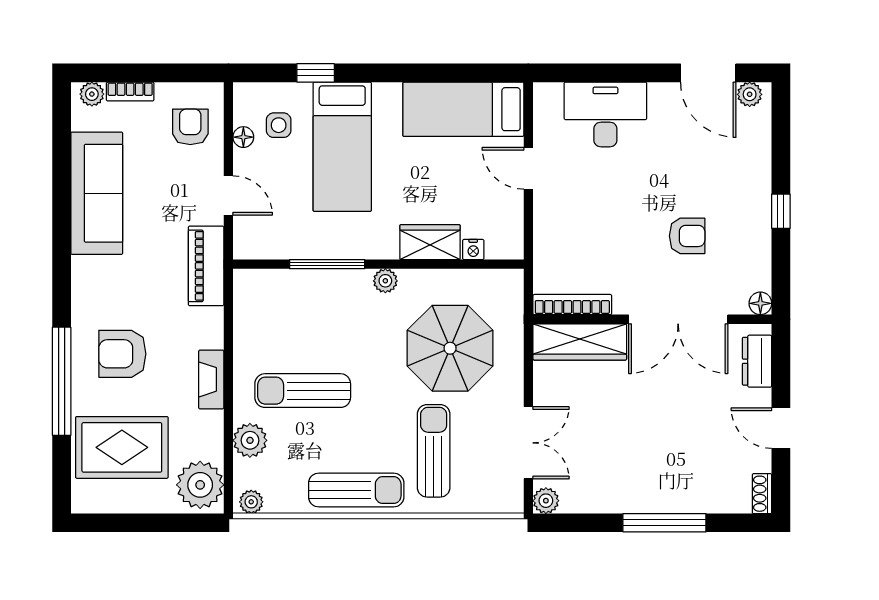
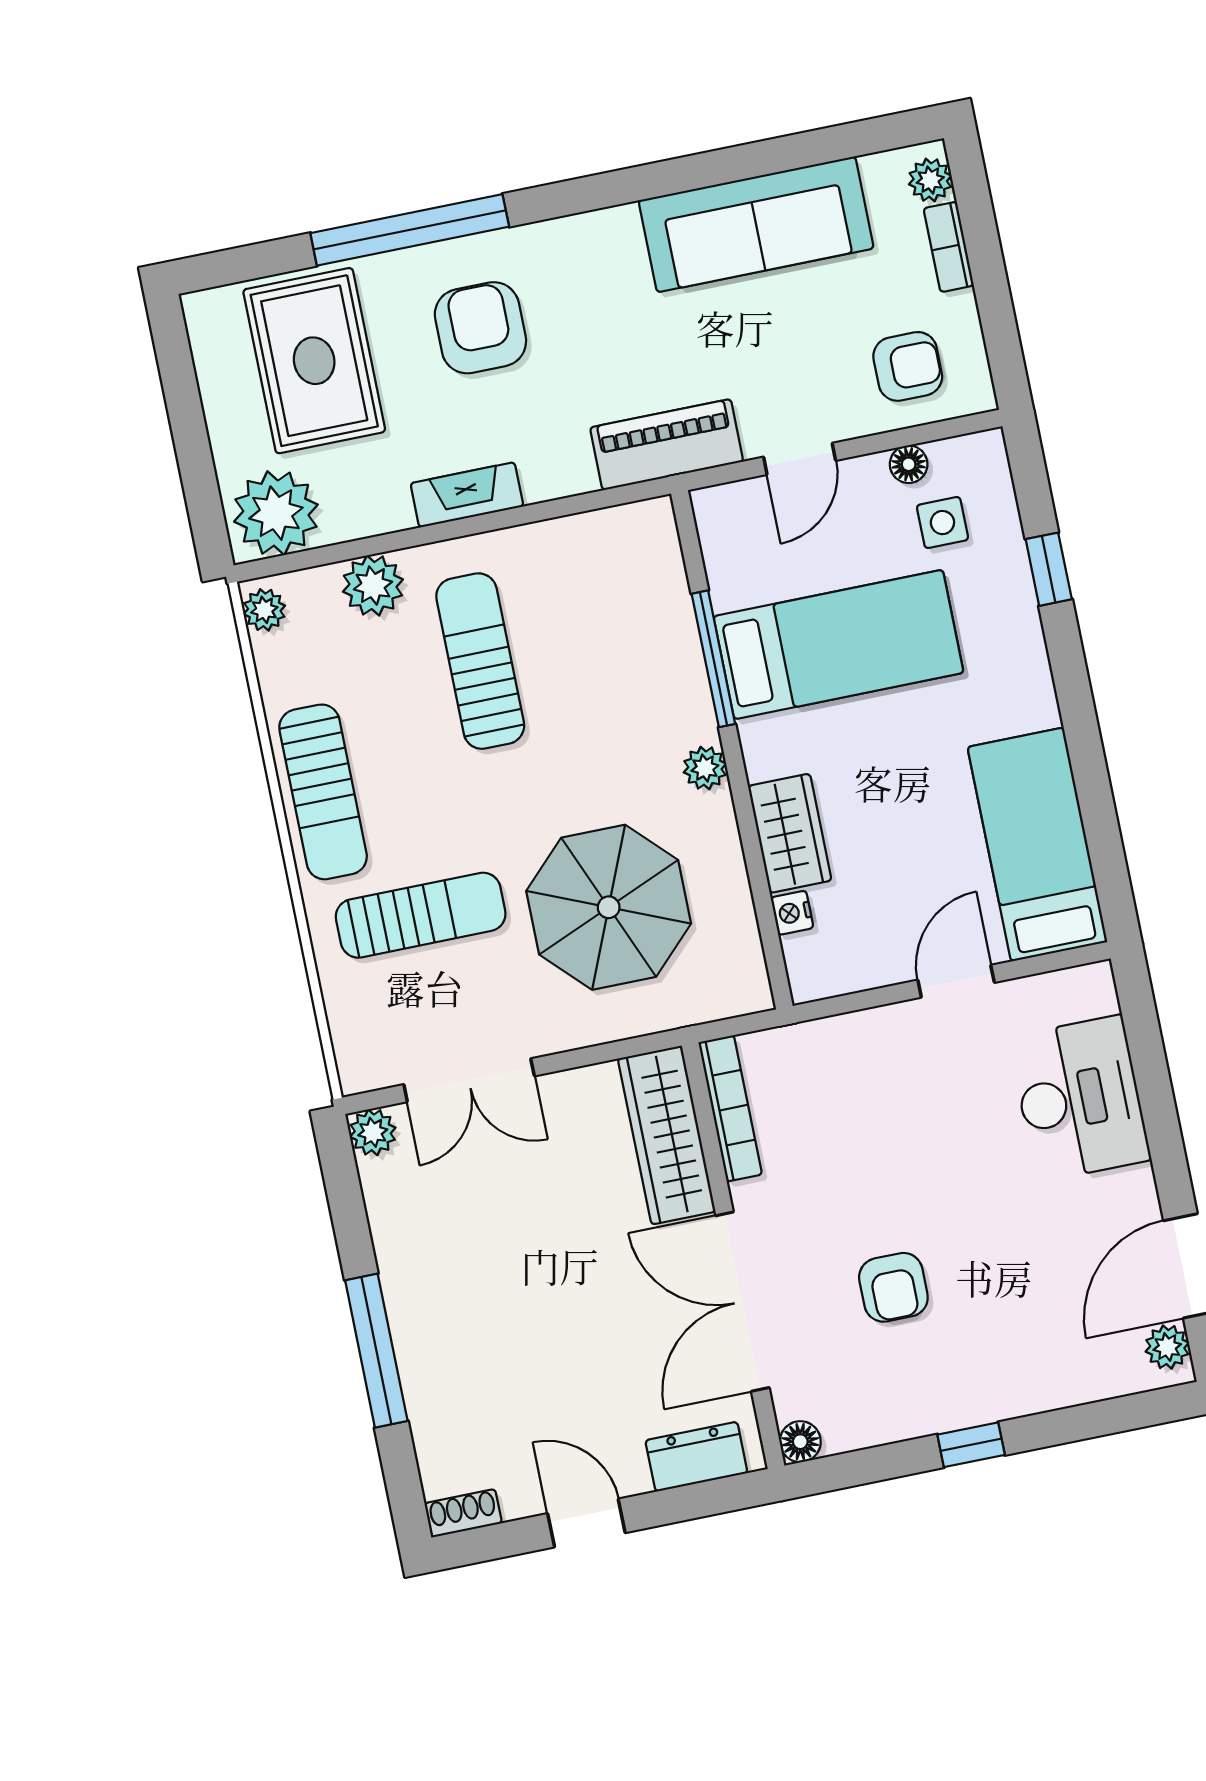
bed: (342, 147) -> (839, 645), moved, turned 180
door: (781, 428) -> (586, 1523), hinge flipped

